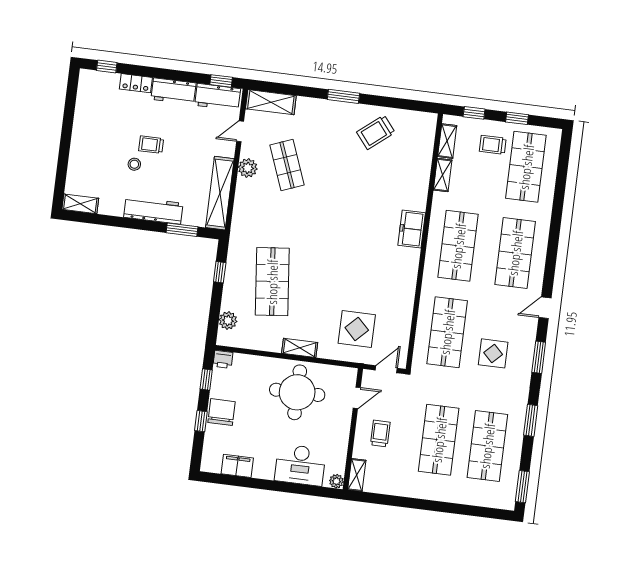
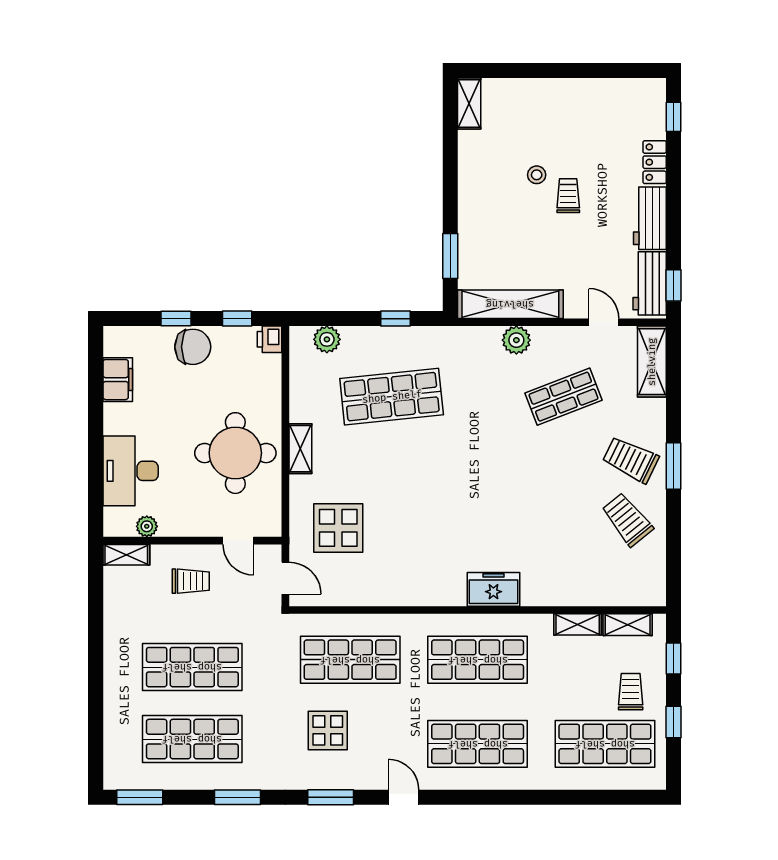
trolley: (335, 125) -> (631, 460), added
plant: (248, 168) -> (516, 340), moved
workbench: (153, 210) -> (473, 211), removed
plant: (336, 481) -> (147, 526), moved

